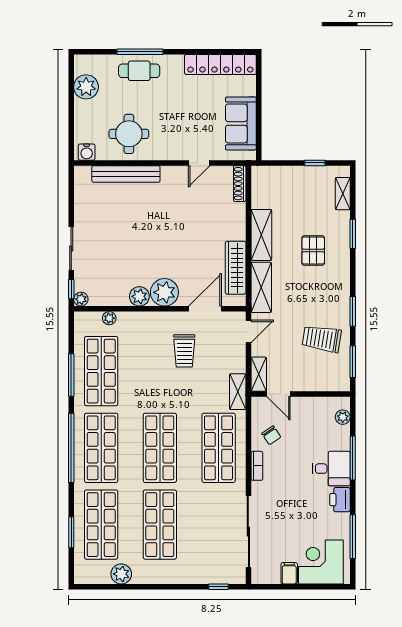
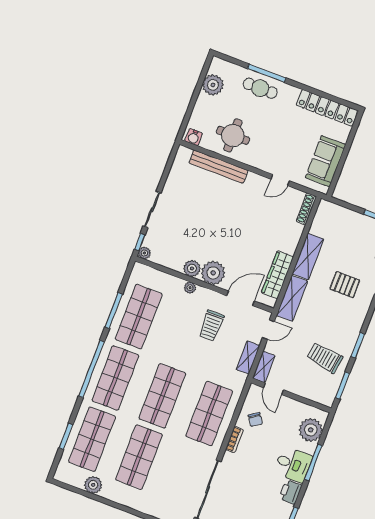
pallet: (313, 251) -> (345, 285), turned 90
plant: (109, 318) -> (190, 288), moved
shelving: (238, 392) -> (248, 357), moved
plant: (343, 417) -> (311, 430), width x1.87, depth x1.87

